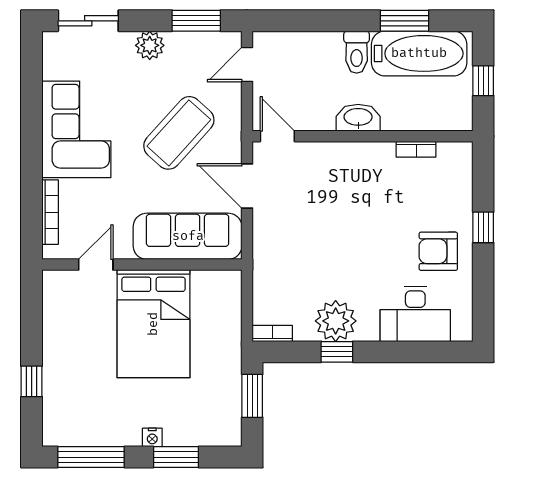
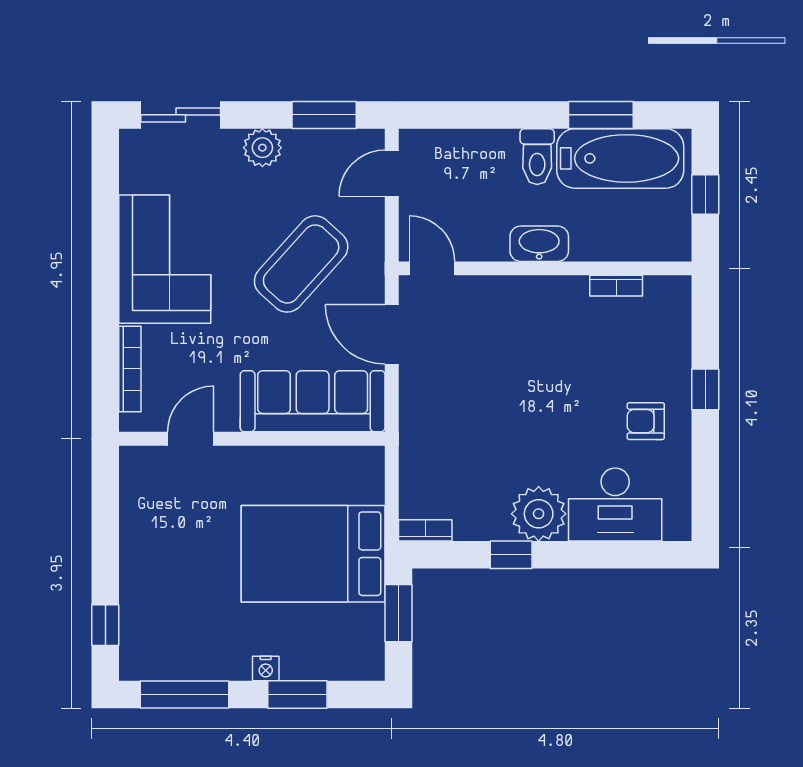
armchair: (438, 251) -> (646, 421), width x0.72, depth x0.72
plant: (336, 321) -> (539, 514), moved
bed: (153, 324) -> (313, 554), moved, turned 90
window: (32, 381) -> (105, 625), moved

